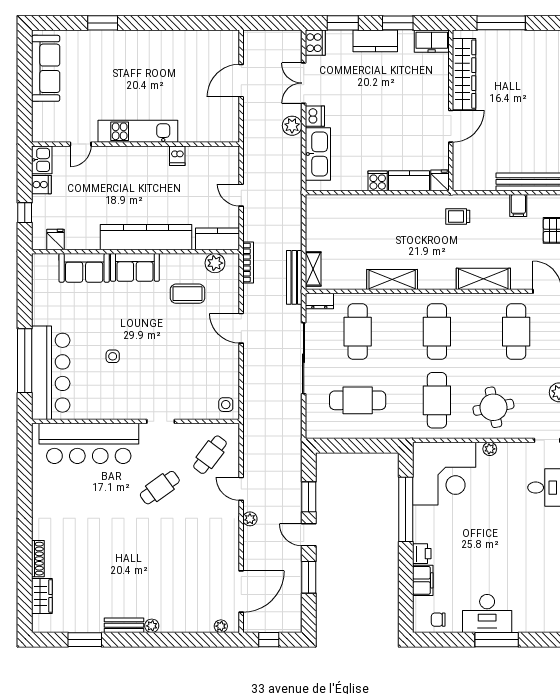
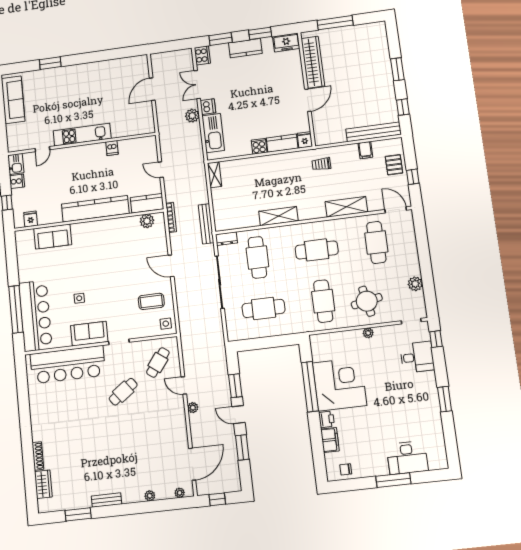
sofa: (135, 267) -> (89, 334), moved, turned 180
shelving: (313, 269) -> (214, 175), moved
coffee table: (188, 294) -> (151, 301), moved
cafe table: (437, 332) -> (317, 250), turned 90
corner desk: (444, 474) -> (339, 384), moved, turned -90
desk: (487, 613) -> (407, 458), moved
plant: (152, 626) -> (150, 496), moved

